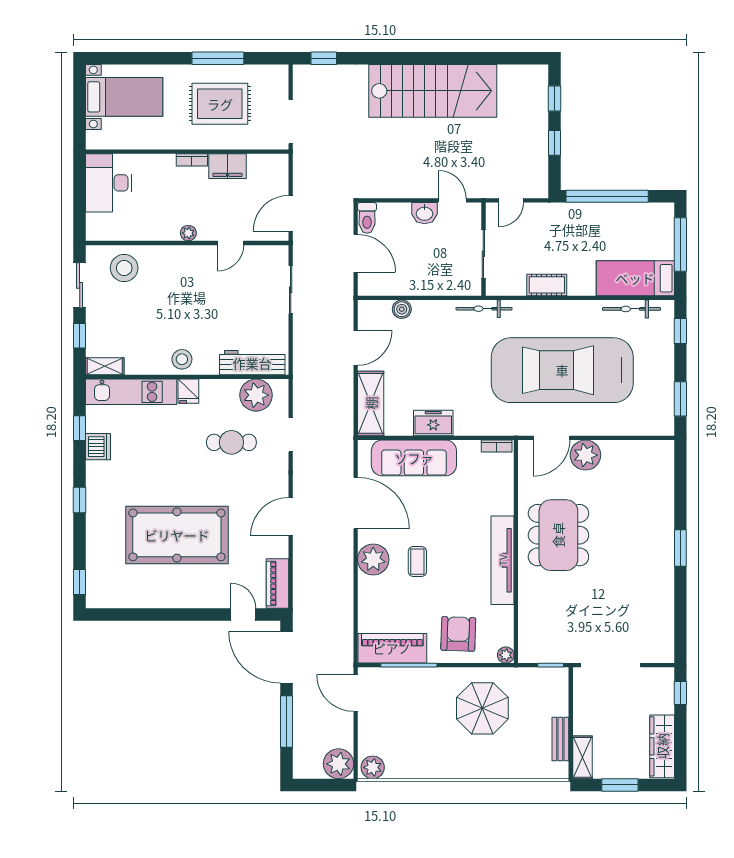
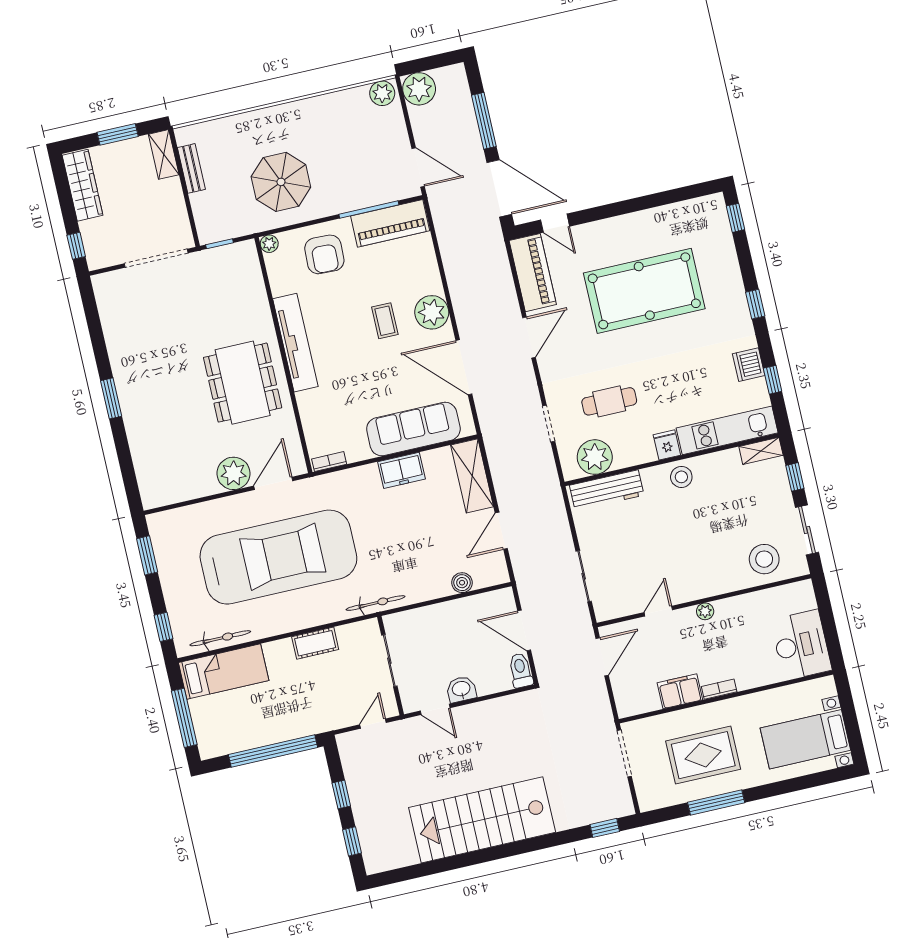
piano: (278, 584) -> (533, 273), width x1.37, depth x1.33

